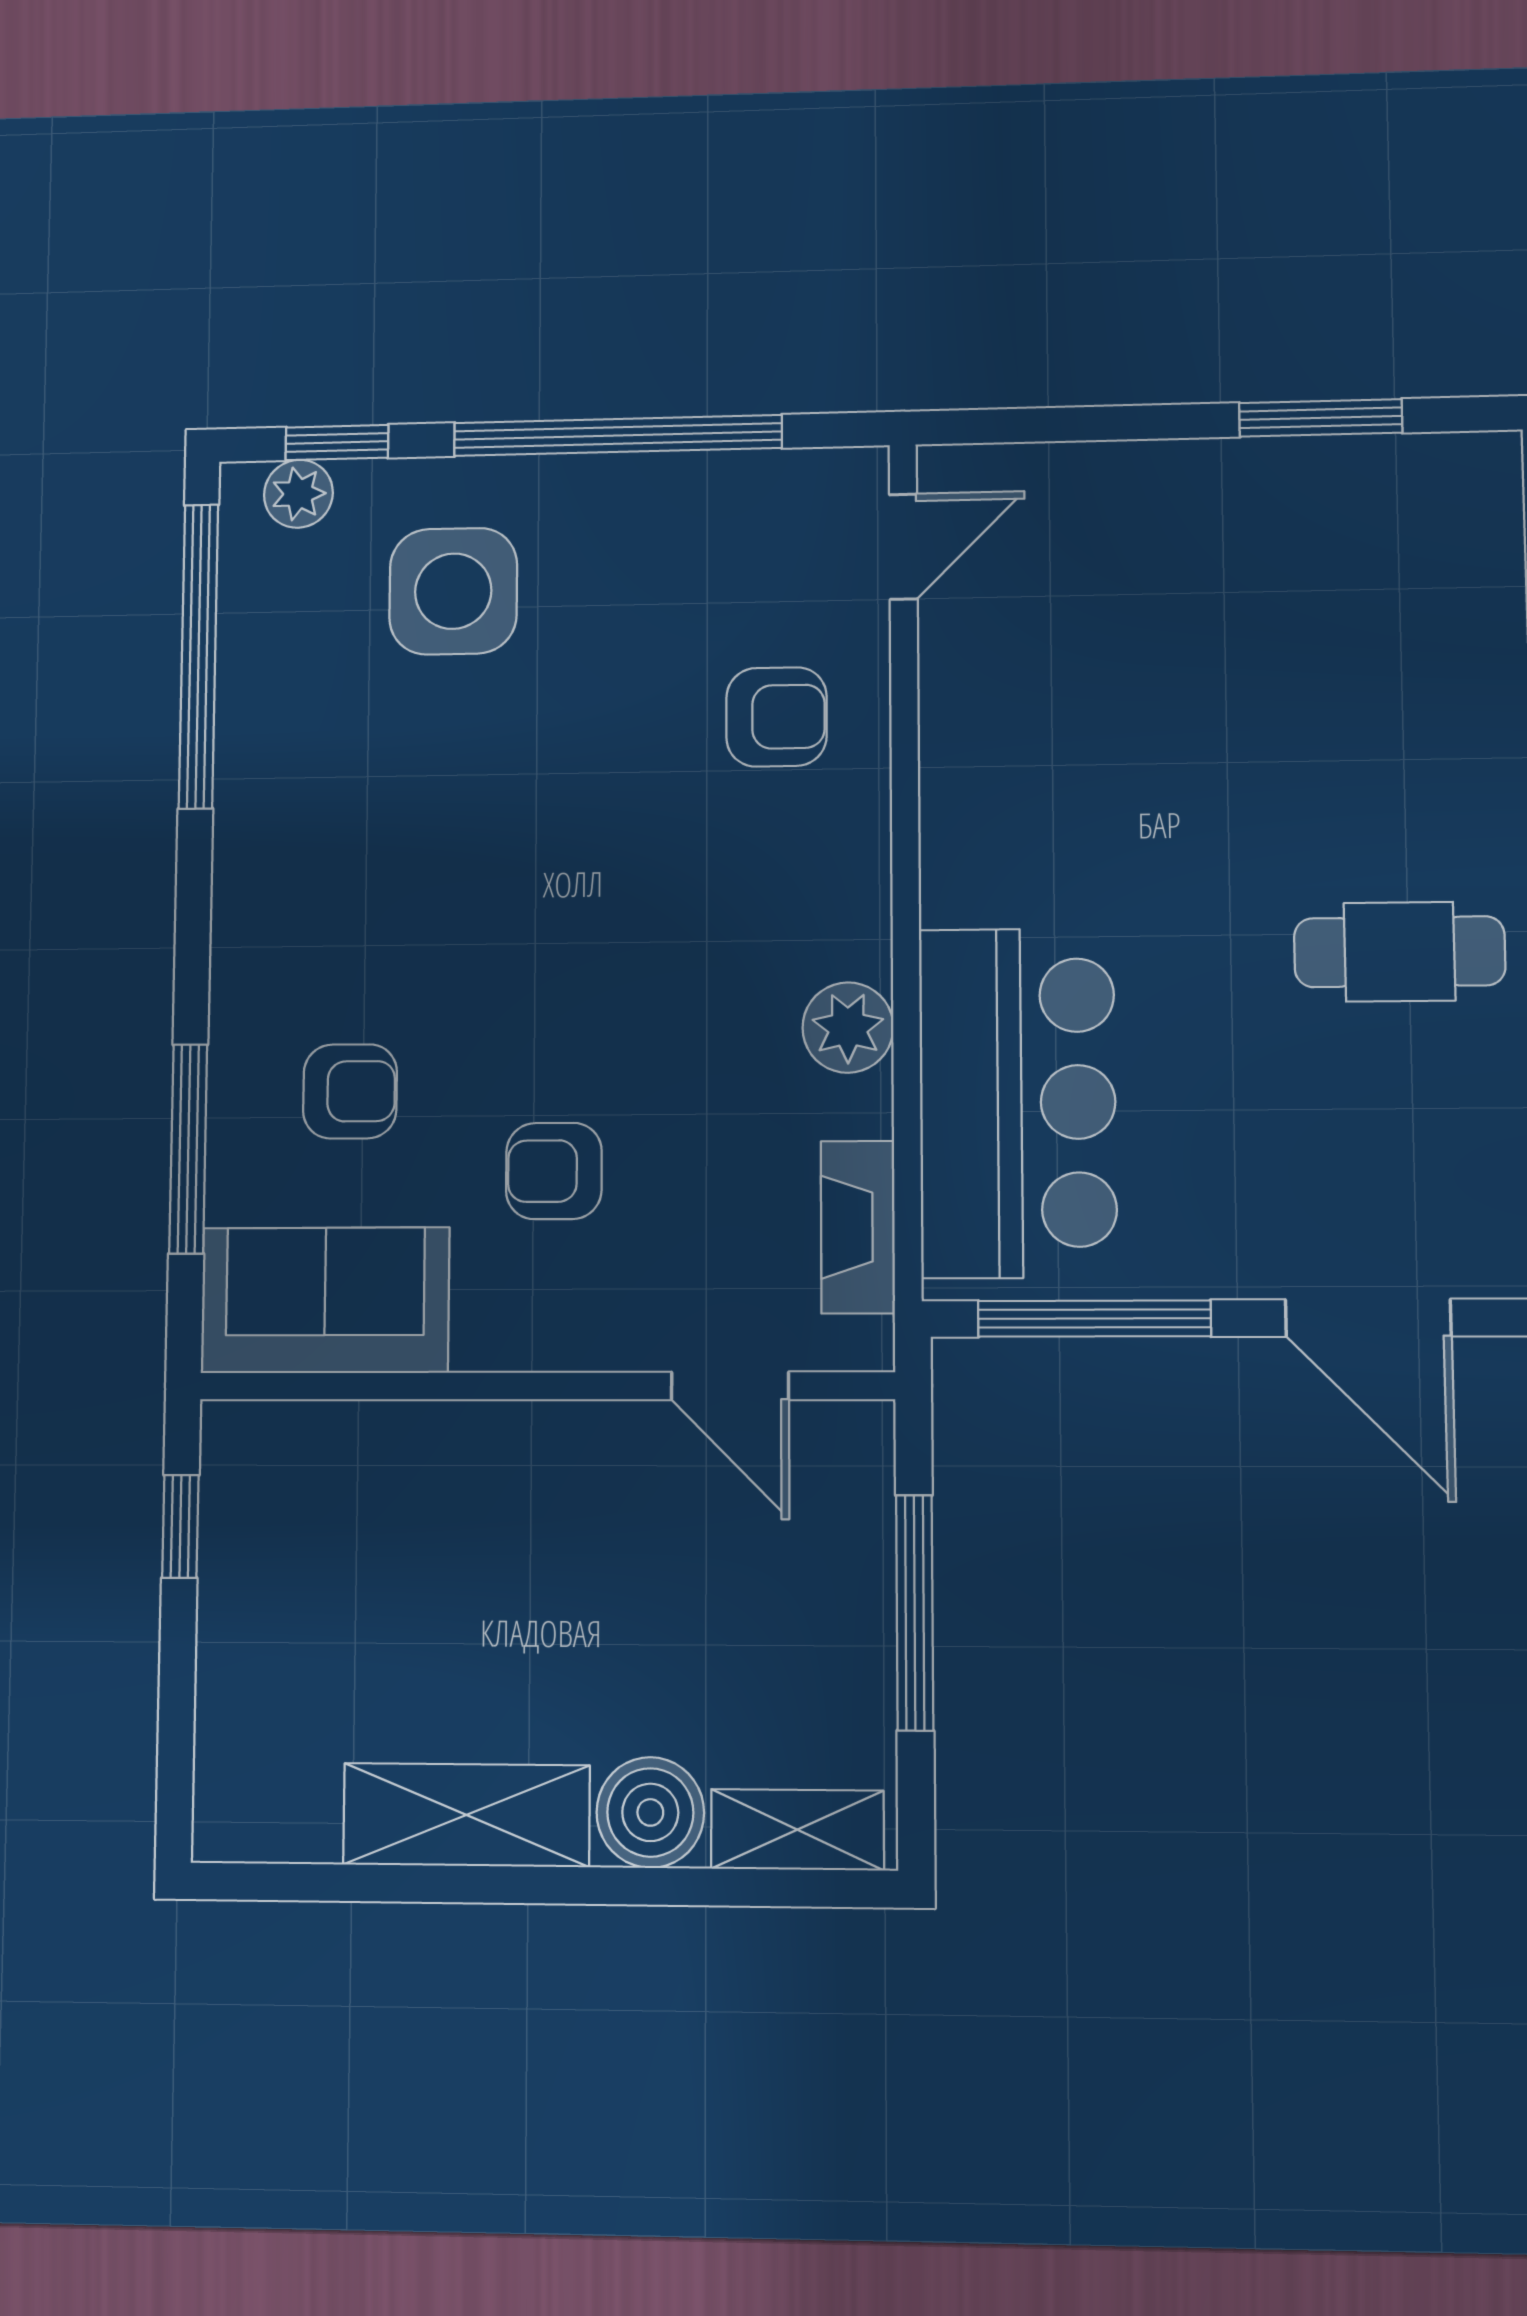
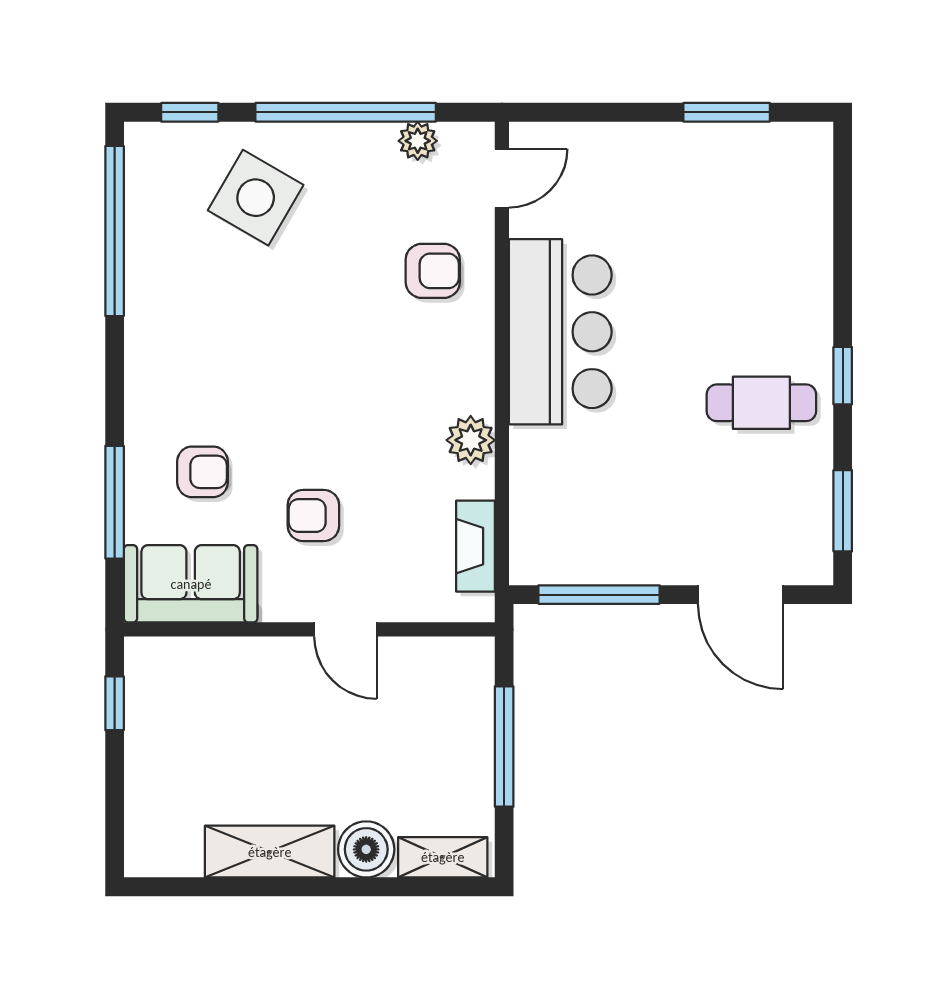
plant: (298, 494) -> (418, 141), moved
side table: (453, 591) -> (256, 198), turned 30
bar counter: (1017, 1102) -> (560, 332), moved
door: (730, 1386) -> (345, 629), moved

